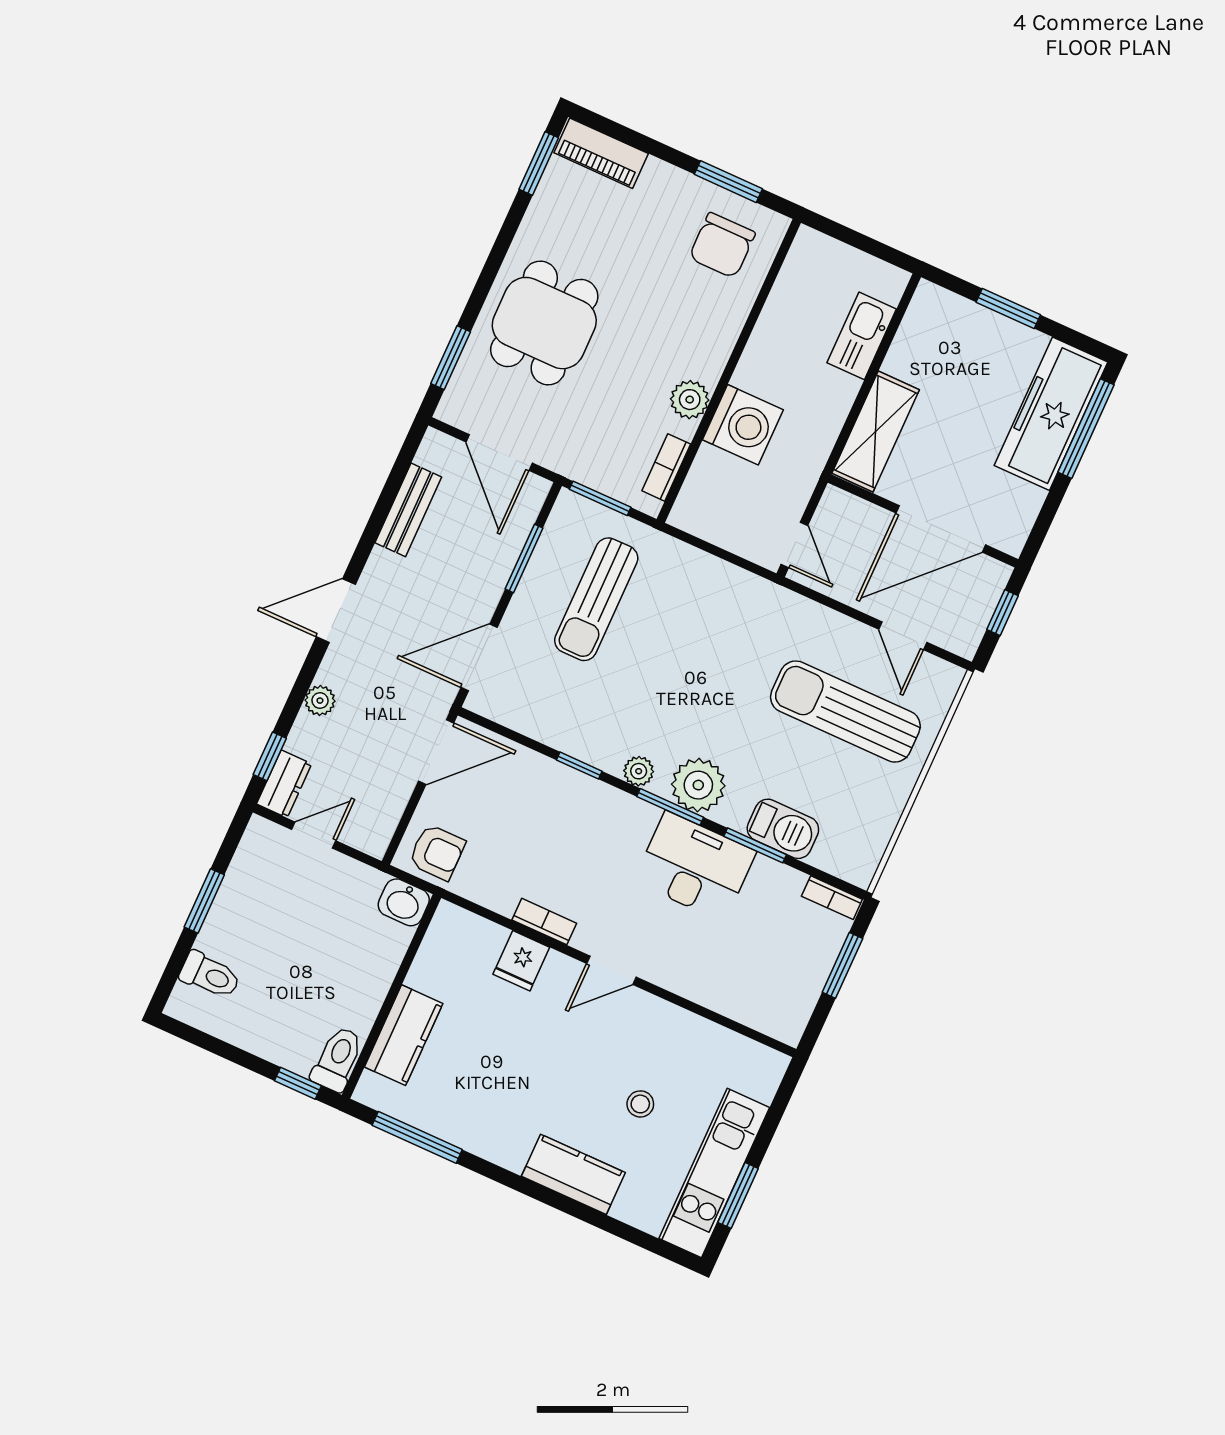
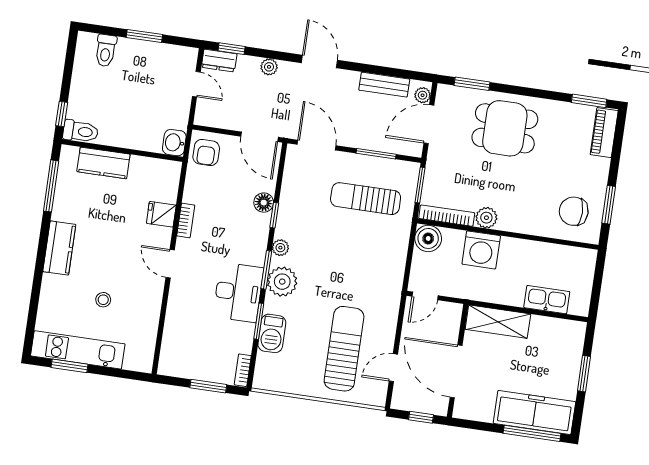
plant: (446, 449) -> (423, 95), added
bookcase: (666, 467) -> (447, 216), width x1.56
boiler: (697, 511) -> (428, 238), added
floor lamp: (552, 778) -> (264, 203), added
kitchen counter: (573, 1174) -> (59, 248), moved

